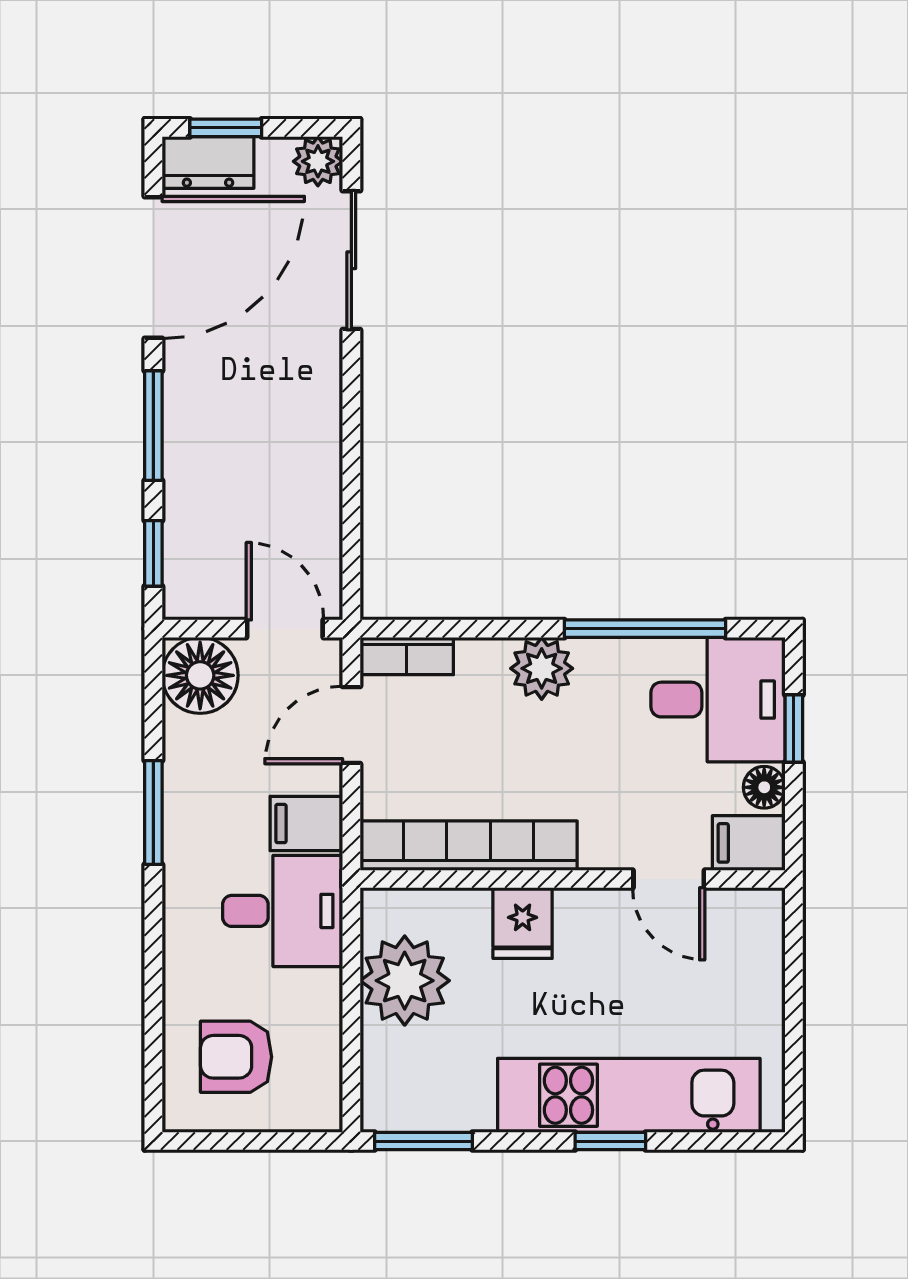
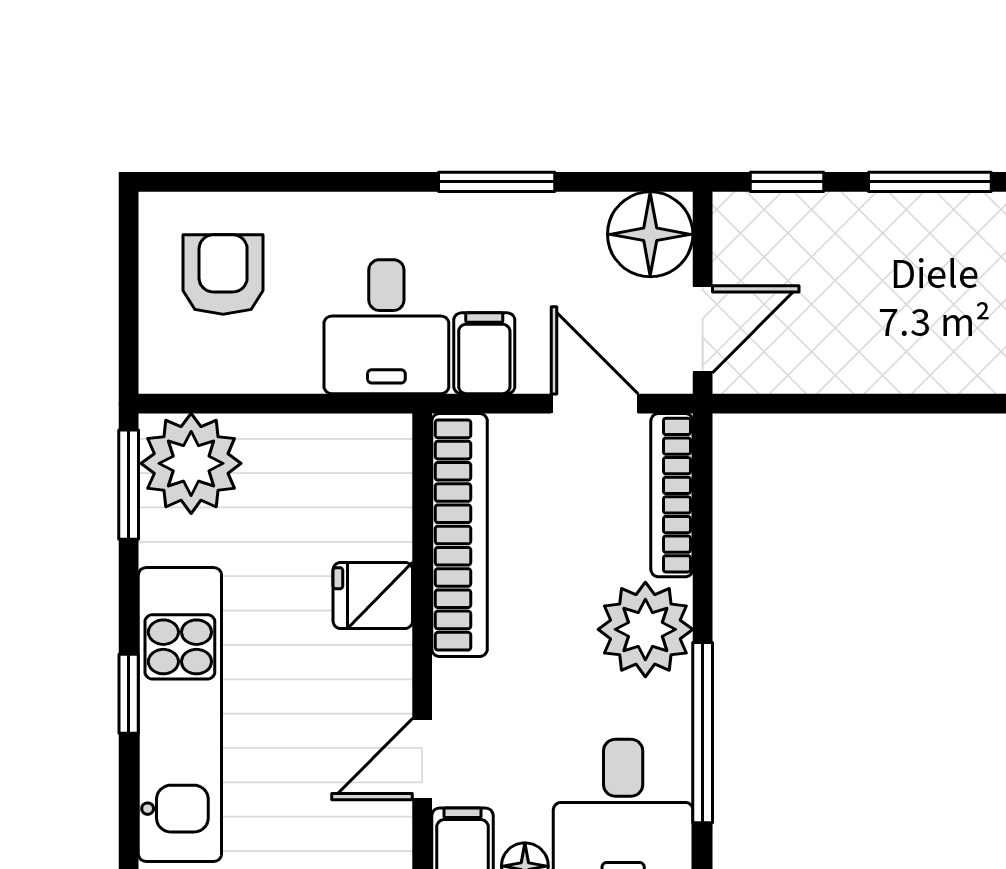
bookcase: (407, 656) -> (672, 495), width x1.56
plant: (542, 668) -> (645, 629), width x1.36, depth x1.36
plant: (405, 981) -> (191, 463), moved

